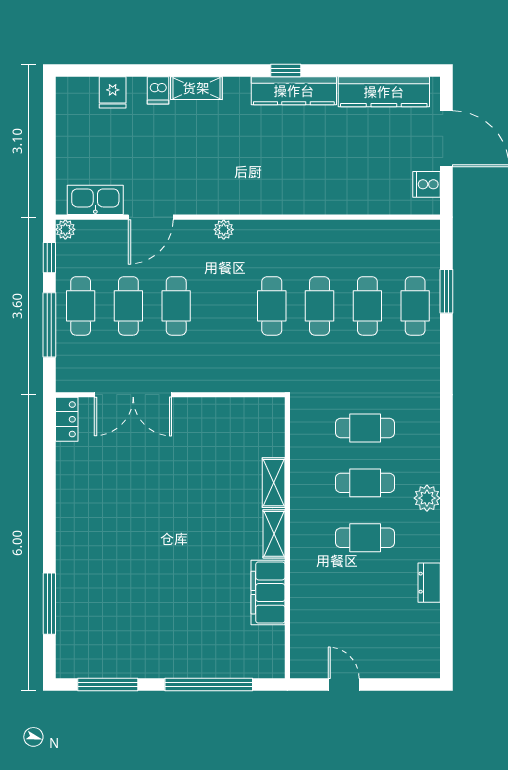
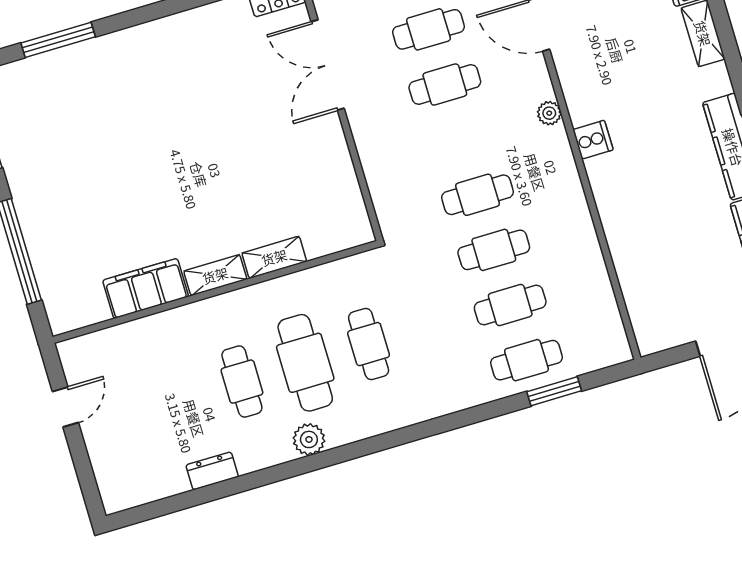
cooker: (427, 184) -> (593, 140), moved, turned 90
cafe table: (365, 483) -> (305, 363), width x1.37, depth x1.35

